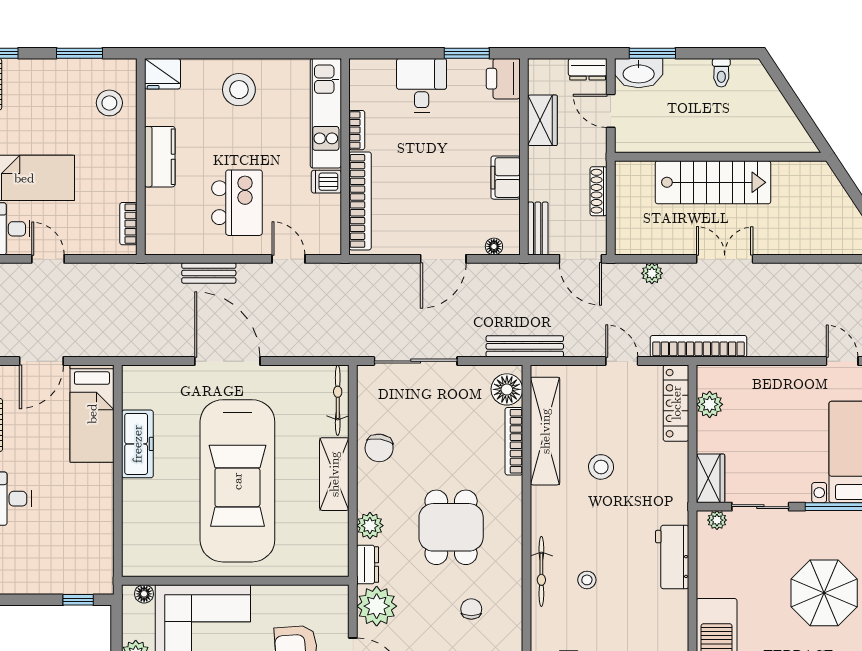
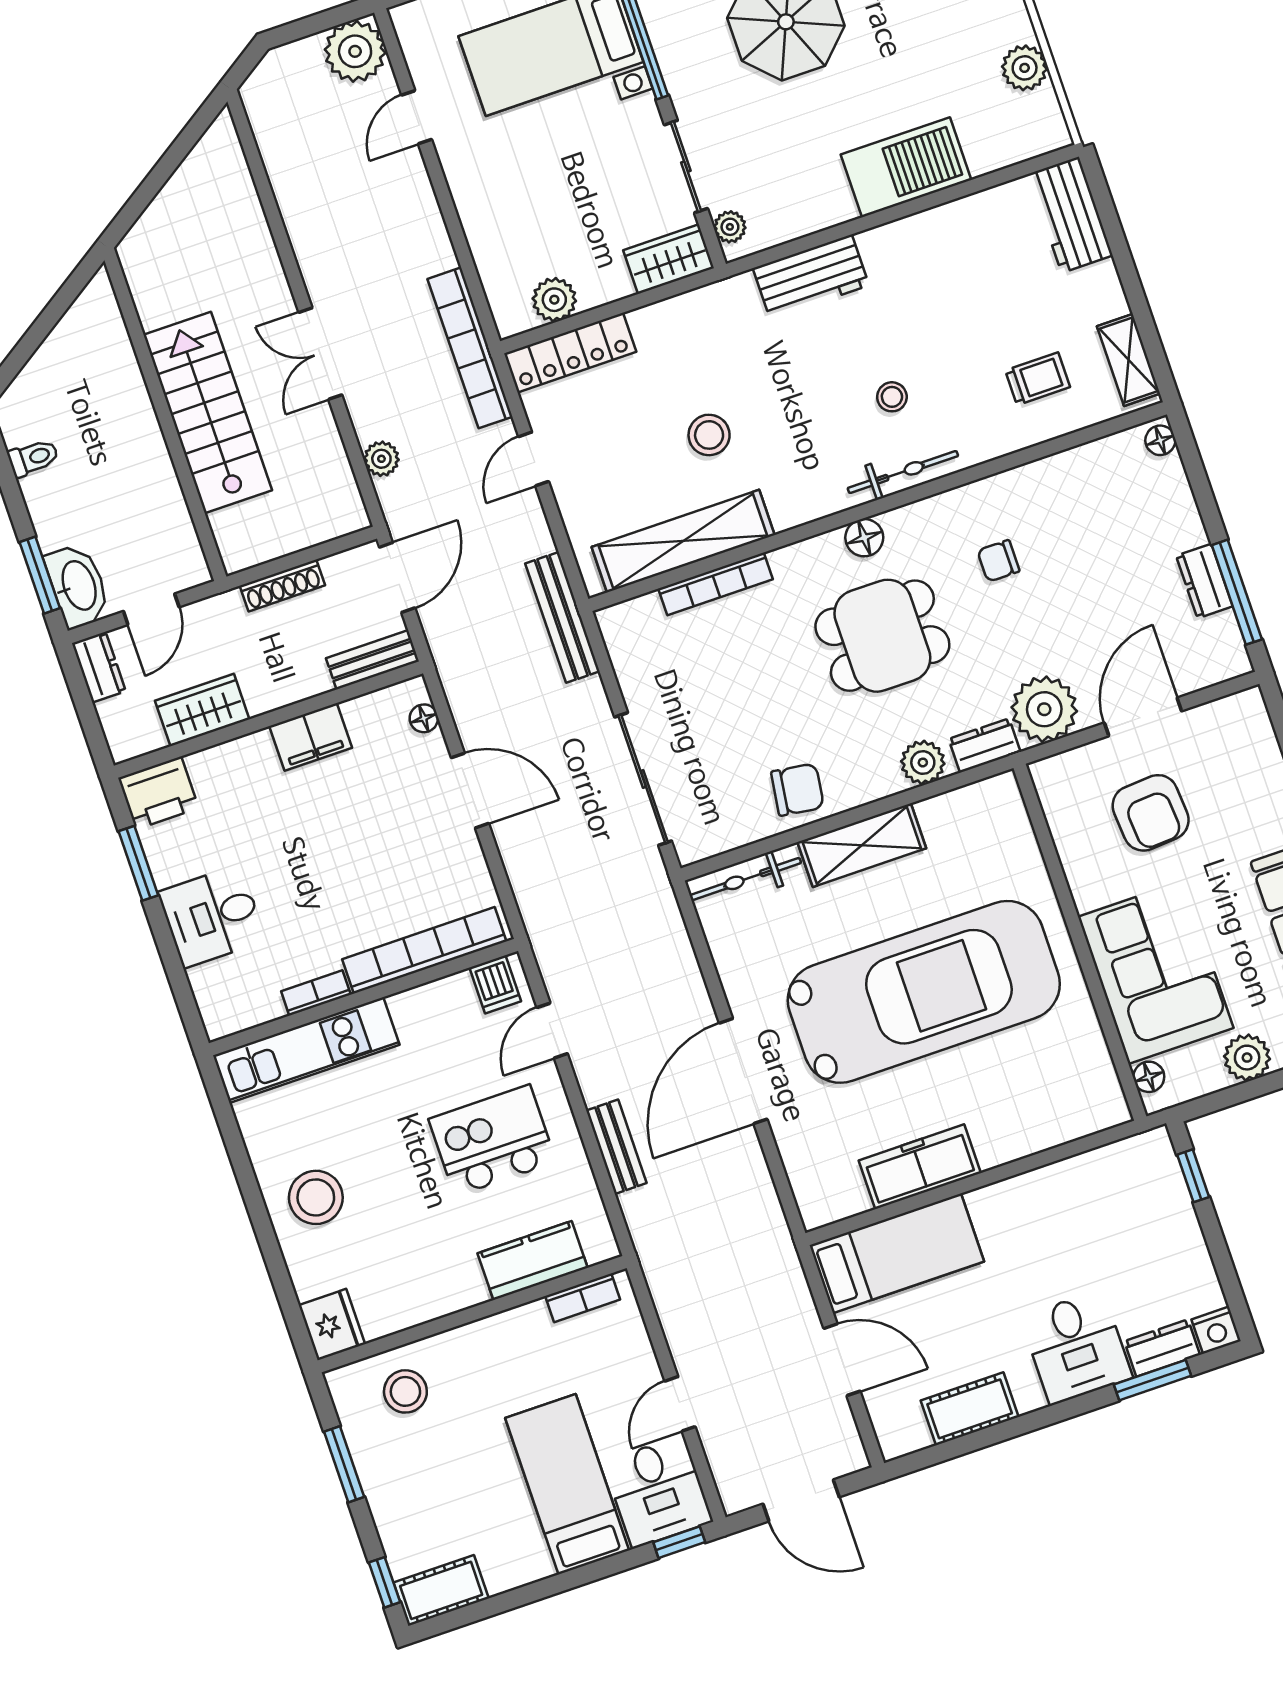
kitchen counter: (160, 157) -> (533, 1261), moved
dishwasher: (326, 182) -> (495, 984), moved
floor lamp: (507, 389) -> (864, 538), moved, width x0.73, depth x0.73

